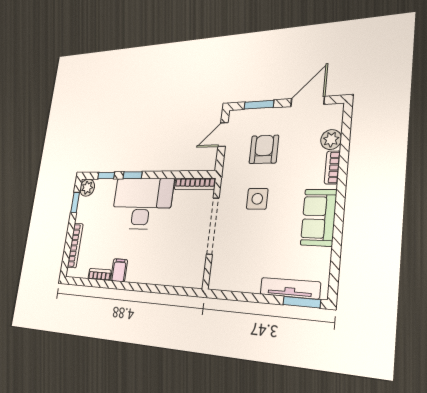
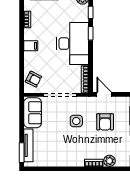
door: (223, 134) -> (104, 94), moved
armchair: (264, 149) -> (105, 122), turned 90
sofa: (319, 217) -> (33, 113), moved, turned 90
filing cabinet: (119, 270) -> (31, 46), moved
armchair: (183, 271) -> (33, 79), added

